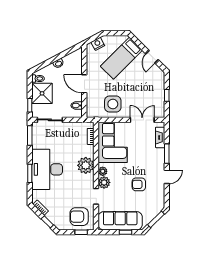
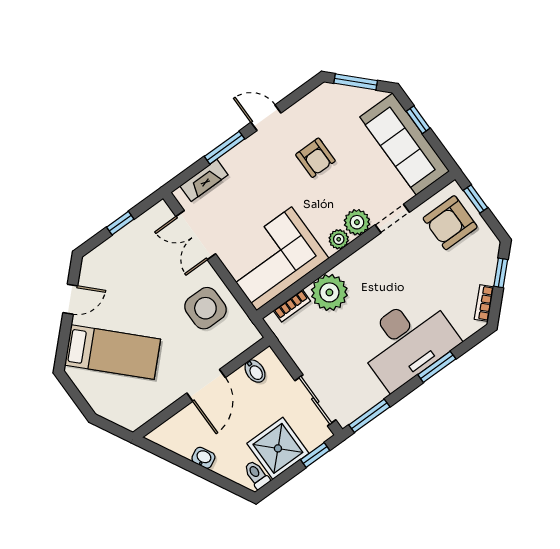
nightstand: (98, 44) -> (117, 413), removed
plant: (86, 165) -> (329, 292), moved
armchair: (79, 217) -> (450, 223), turned 90

